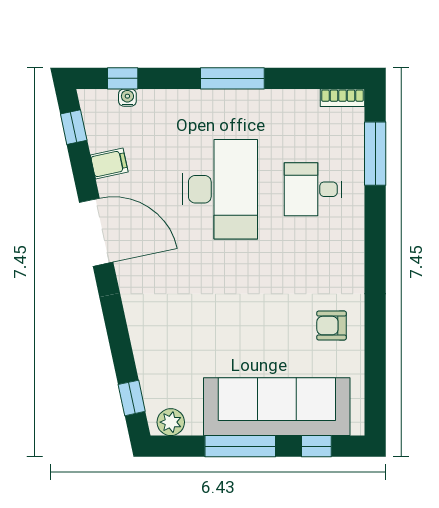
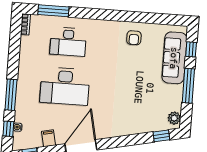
window: (232, 78) -> (11, 95), moved
desk: (220, 189) -> (65, 86), turned 180
desk: (313, 189) -> (68, 42), width x1.37
sofa: (277, 407) -> (174, 58), width x0.74, depth x0.79

